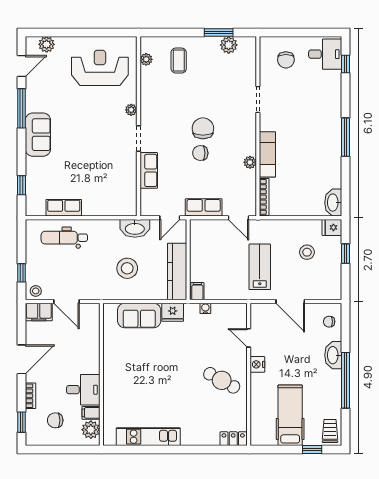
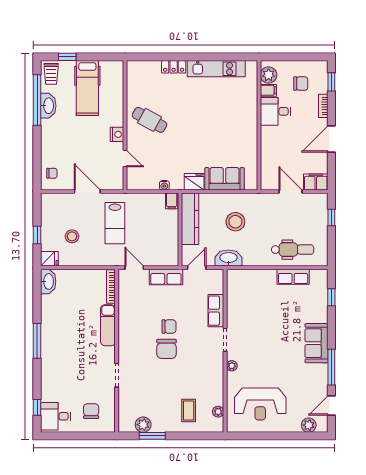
plant: (250, 162) -> (124, 318), removed
stool: (36, 291) -> (319, 201), removed
washbasin: (333, 355) -> (48, 106), moved
window: (345, 380) -> (37, 100), moved
locker: (233, 439) -> (174, 67), moved

